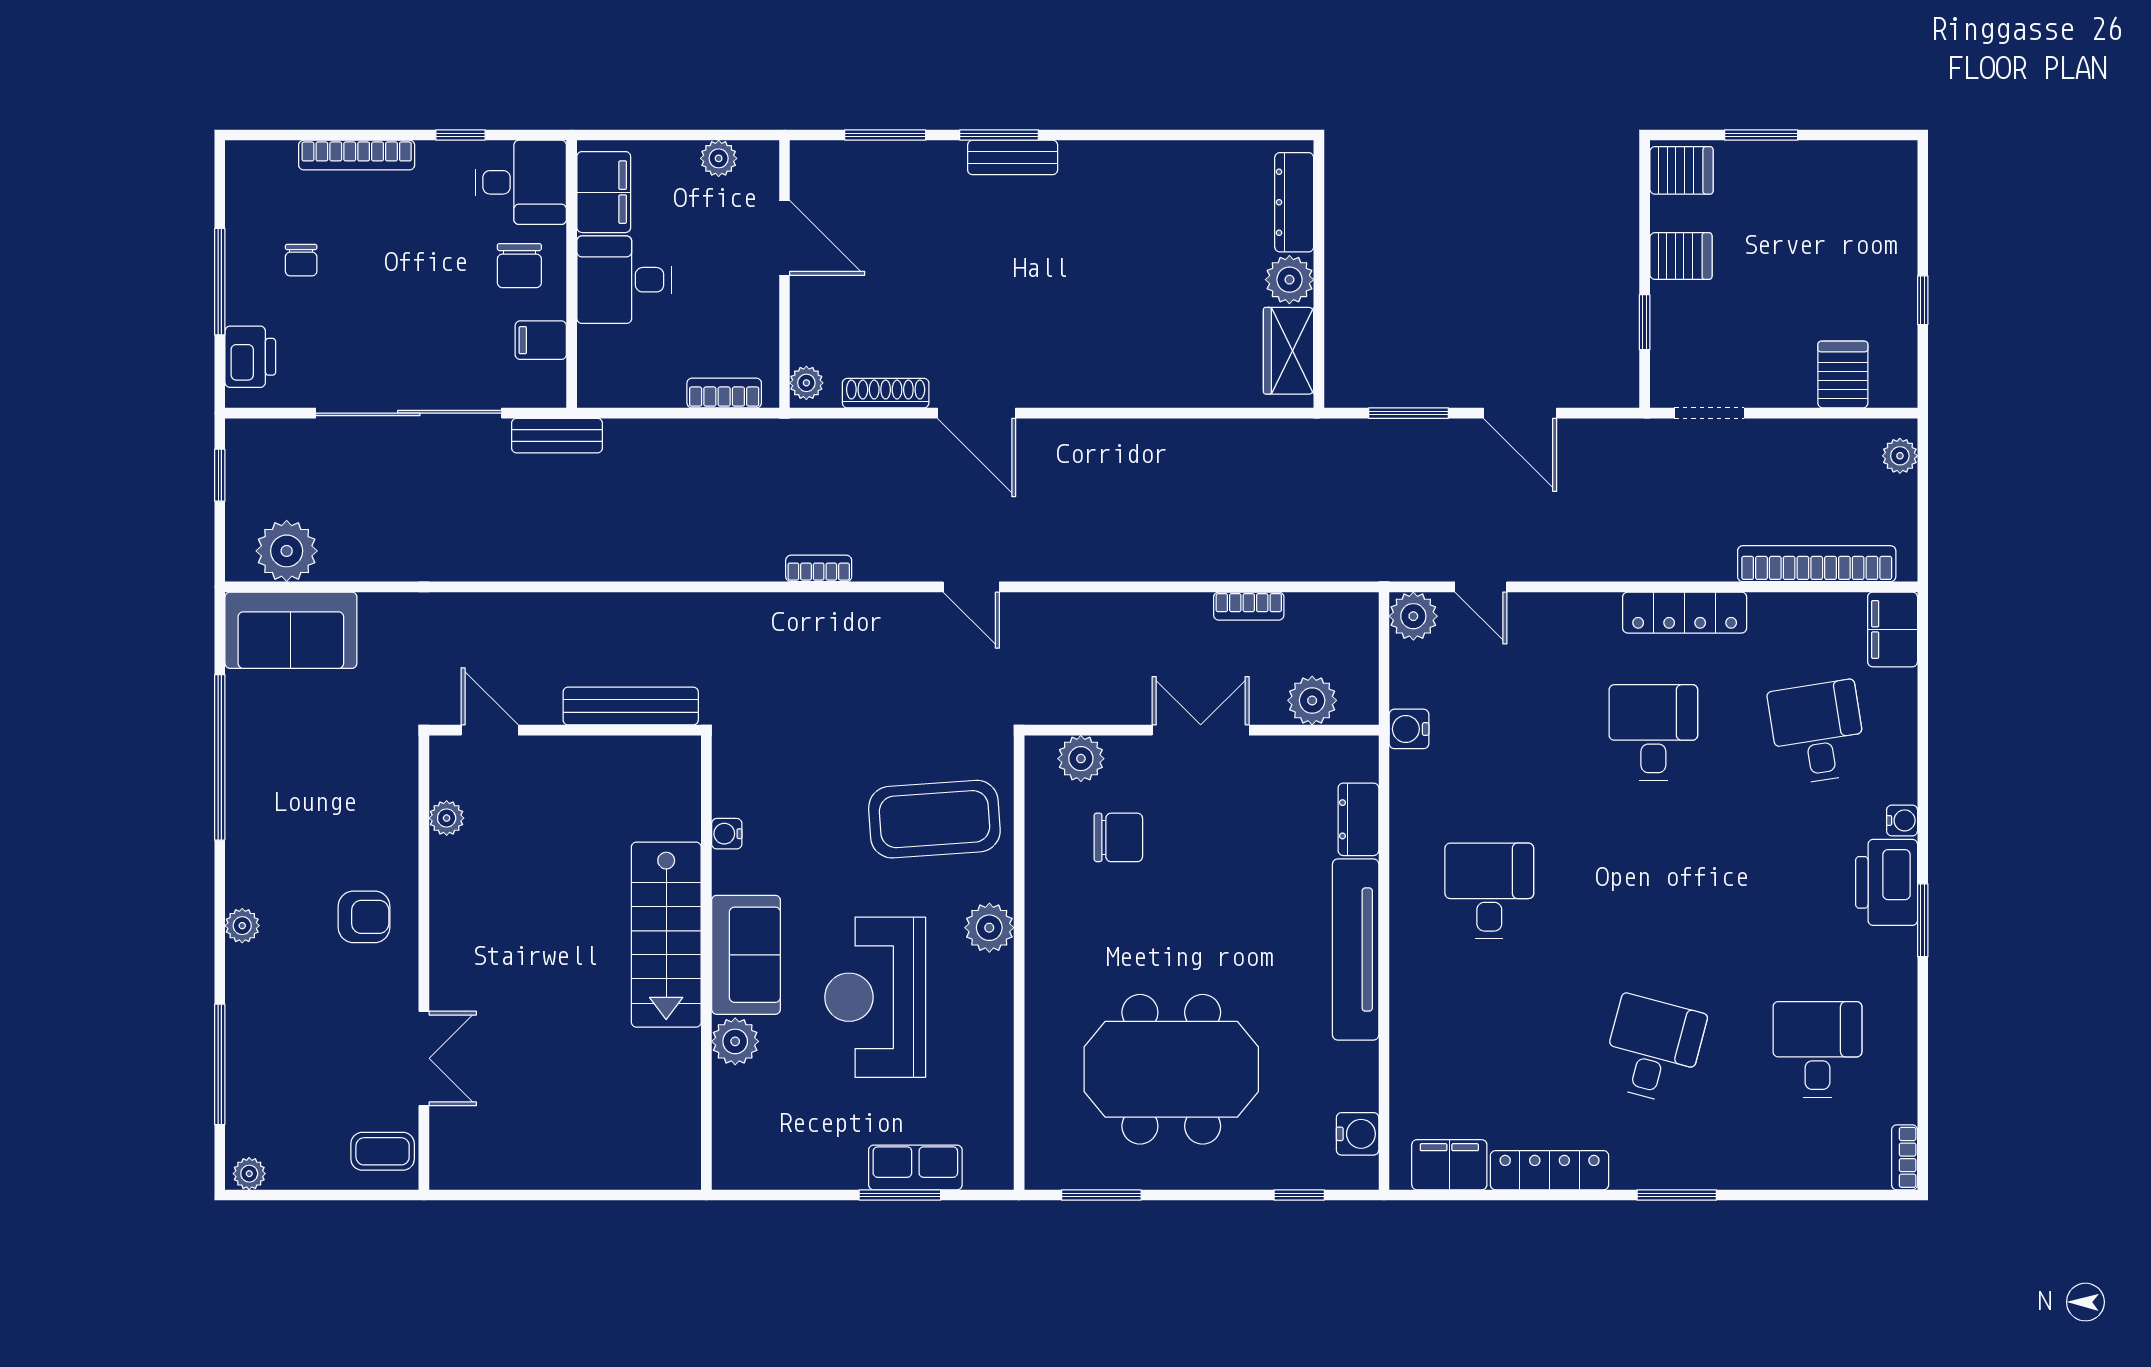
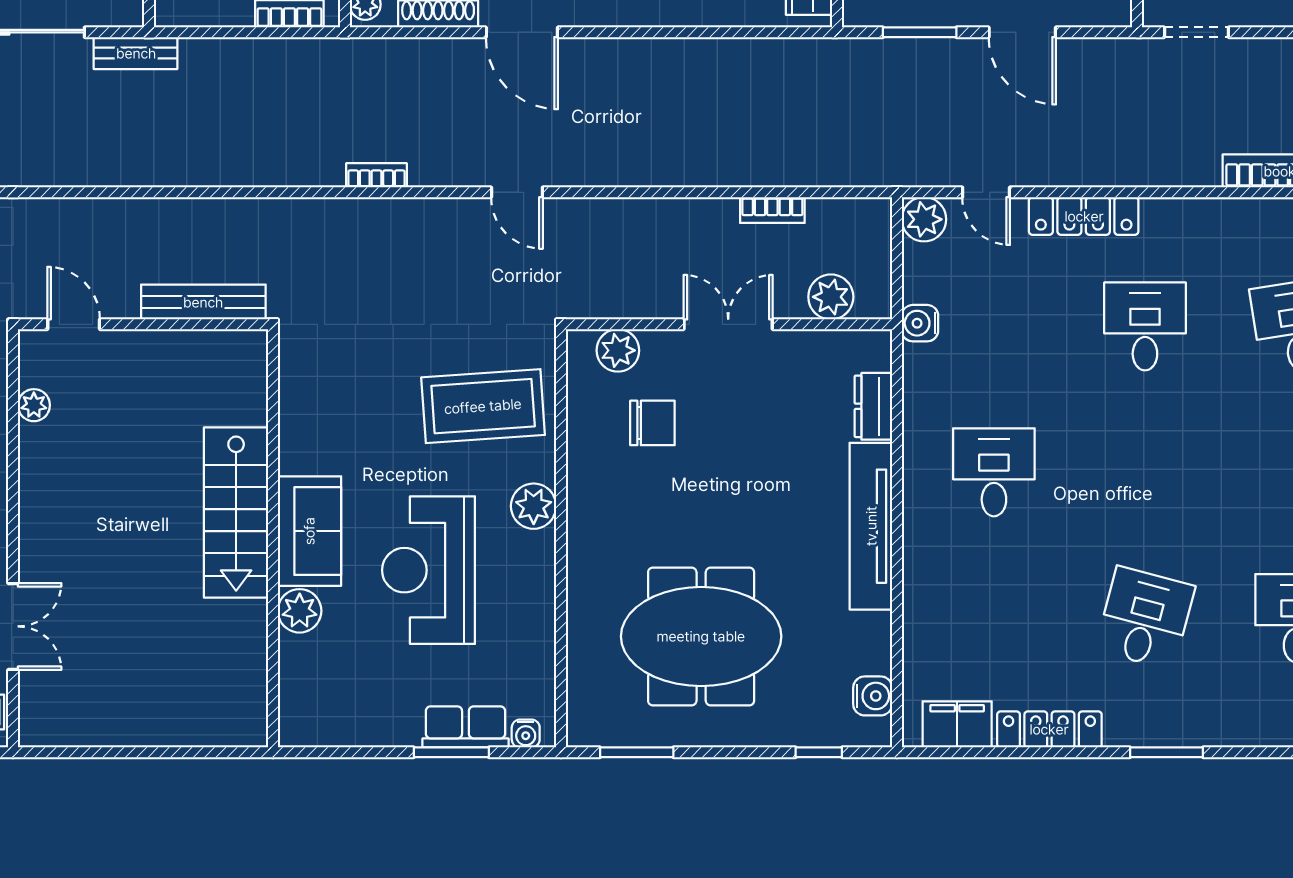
locker: (1685, 613) -> (1084, 216), moved
water cooler: (727, 834) -> (526, 733), moved, turned -90

